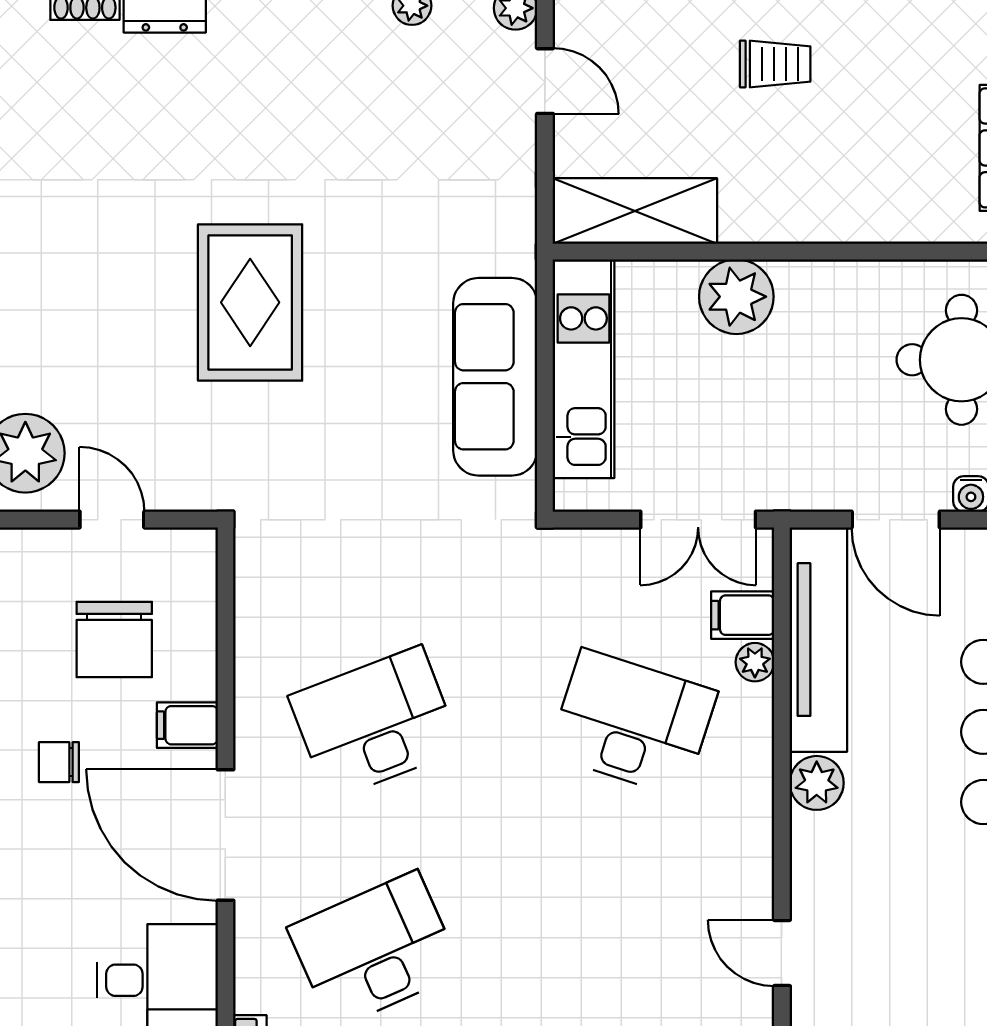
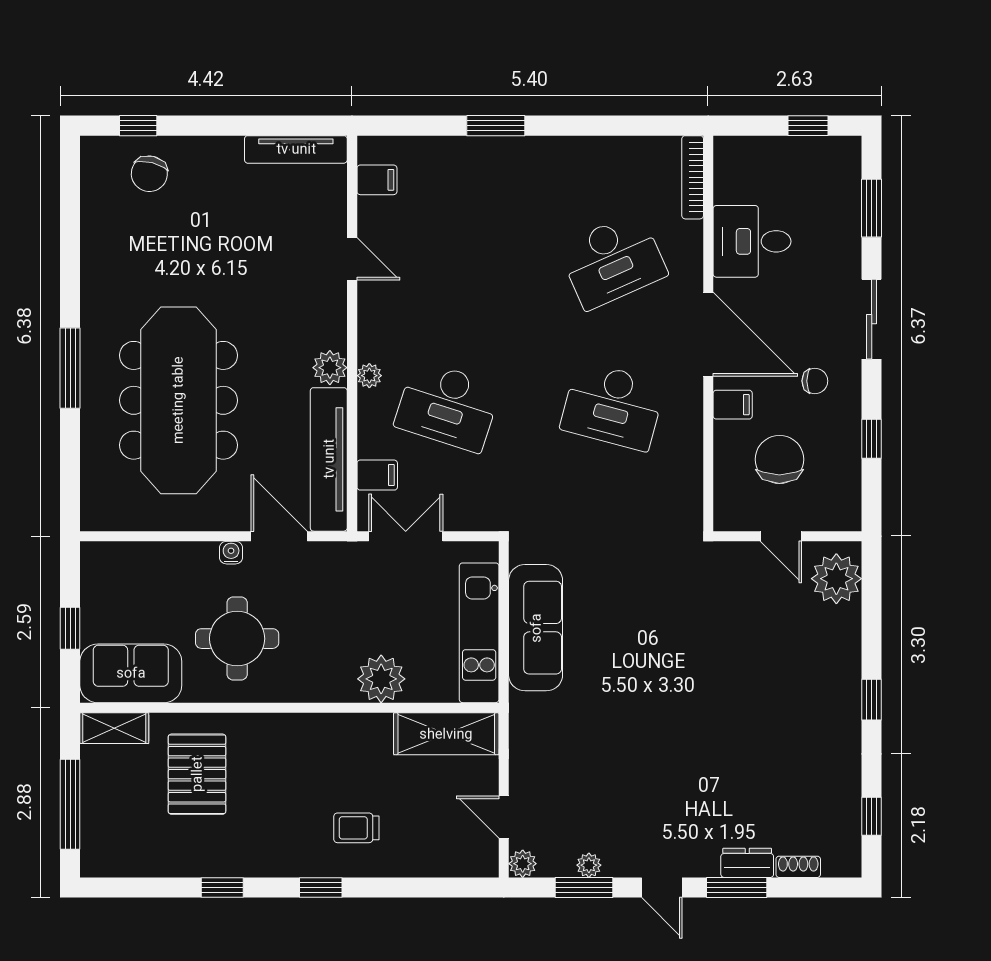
rug: (250, 302) -> (693, 675), removed
plant: (755, 662) -> (369, 376), moved
desk: (375, 723) -> (613, 406), turned 36

